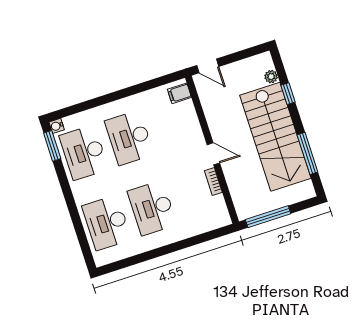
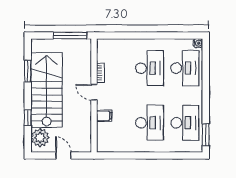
door: (208, 66) -> (63, 155), moved
plant: (271, 77) -> (40, 138), width x1.88, depth x1.88
filing cabinet: (179, 93) -> (104, 116), moved
water cooler: (57, 126) -> (198, 43), moved
window: (307, 153) -> (28, 71), width x0.69

